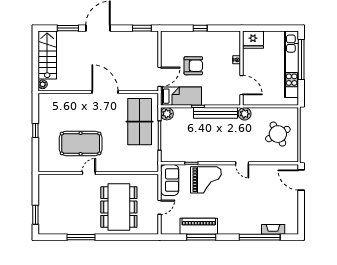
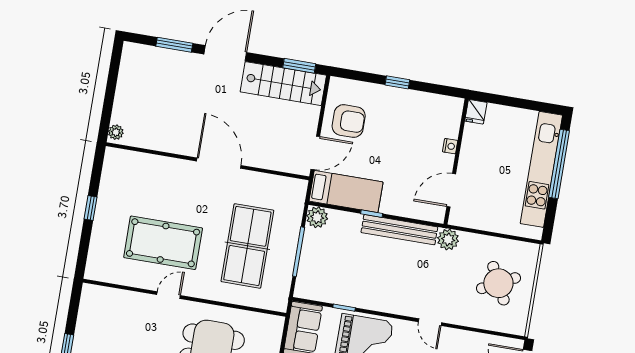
fridge: (253, 40) -> (476, 112), width x0.53, depth x0.75
stairs: (47, 55) -> (283, 84), moved, turned 90
armchair: (193, 66) -> (349, 121), moved
door: (242, 85) -> (451, 190), swing flipped
table tennis table: (140, 122) -> (247, 246), moved

